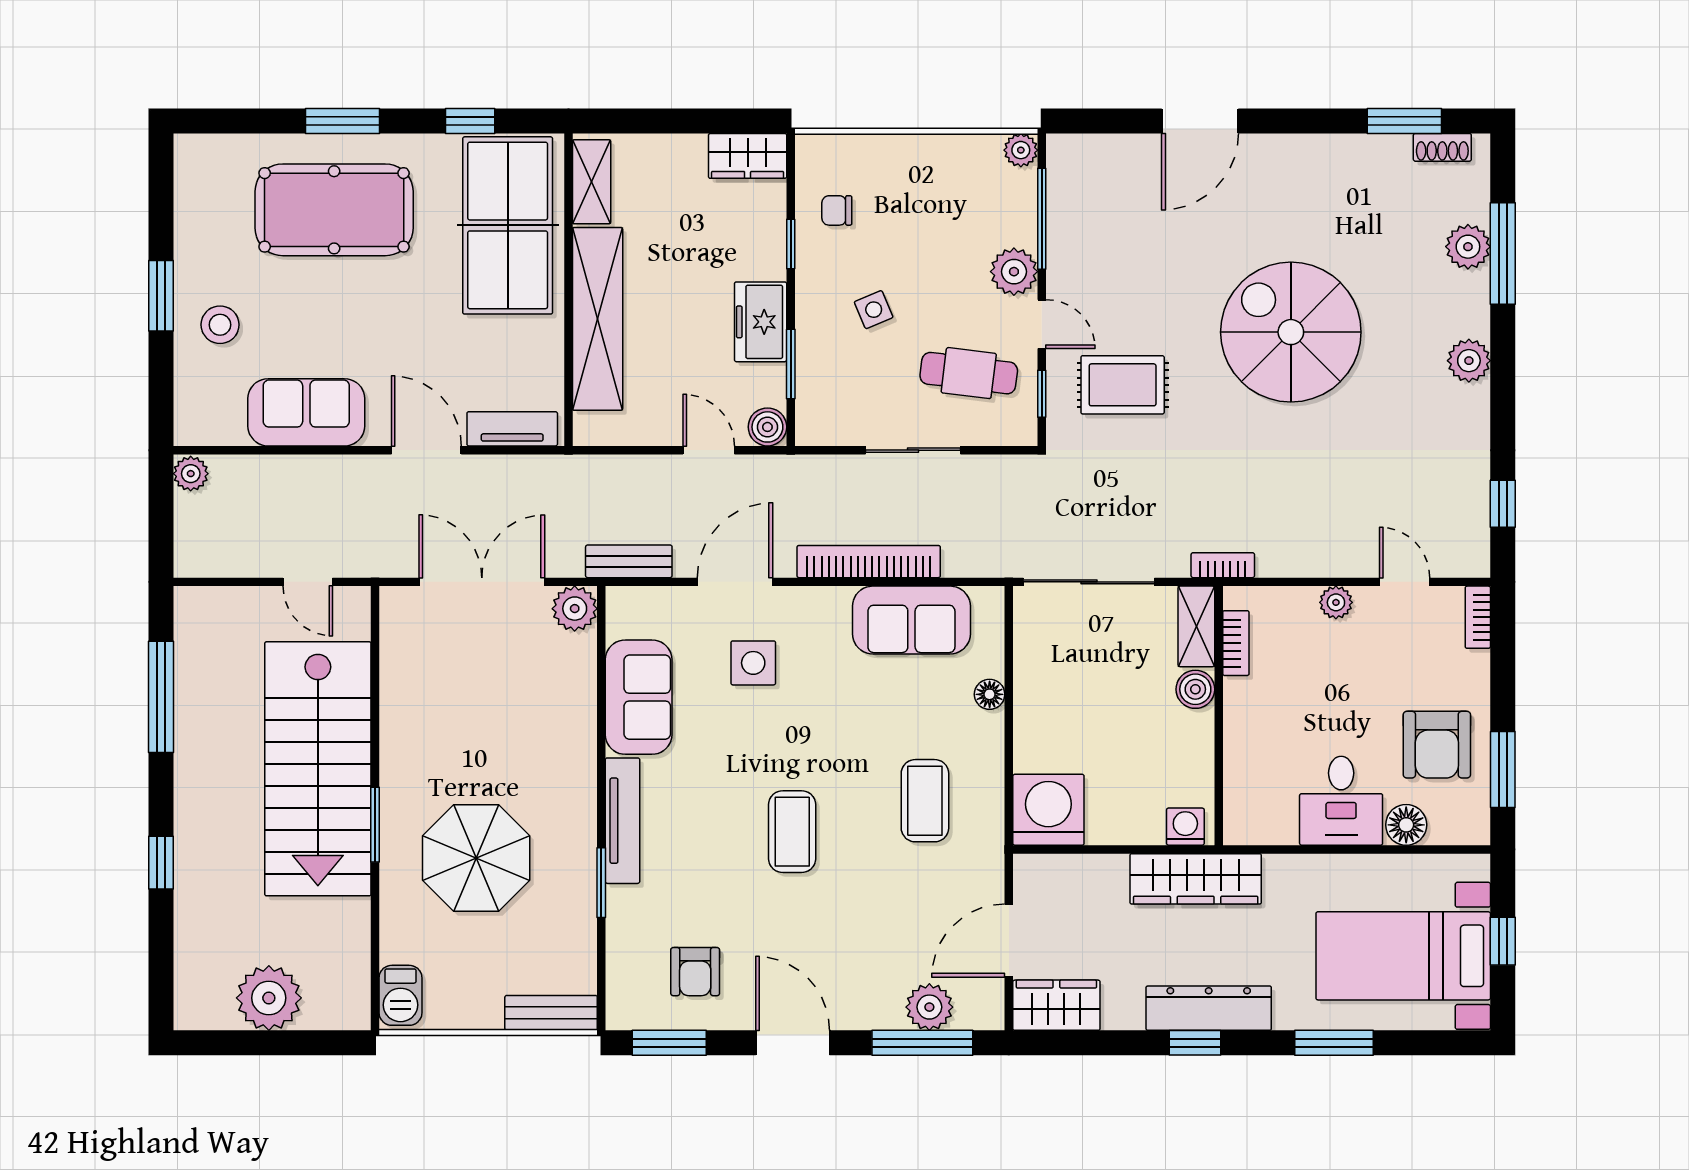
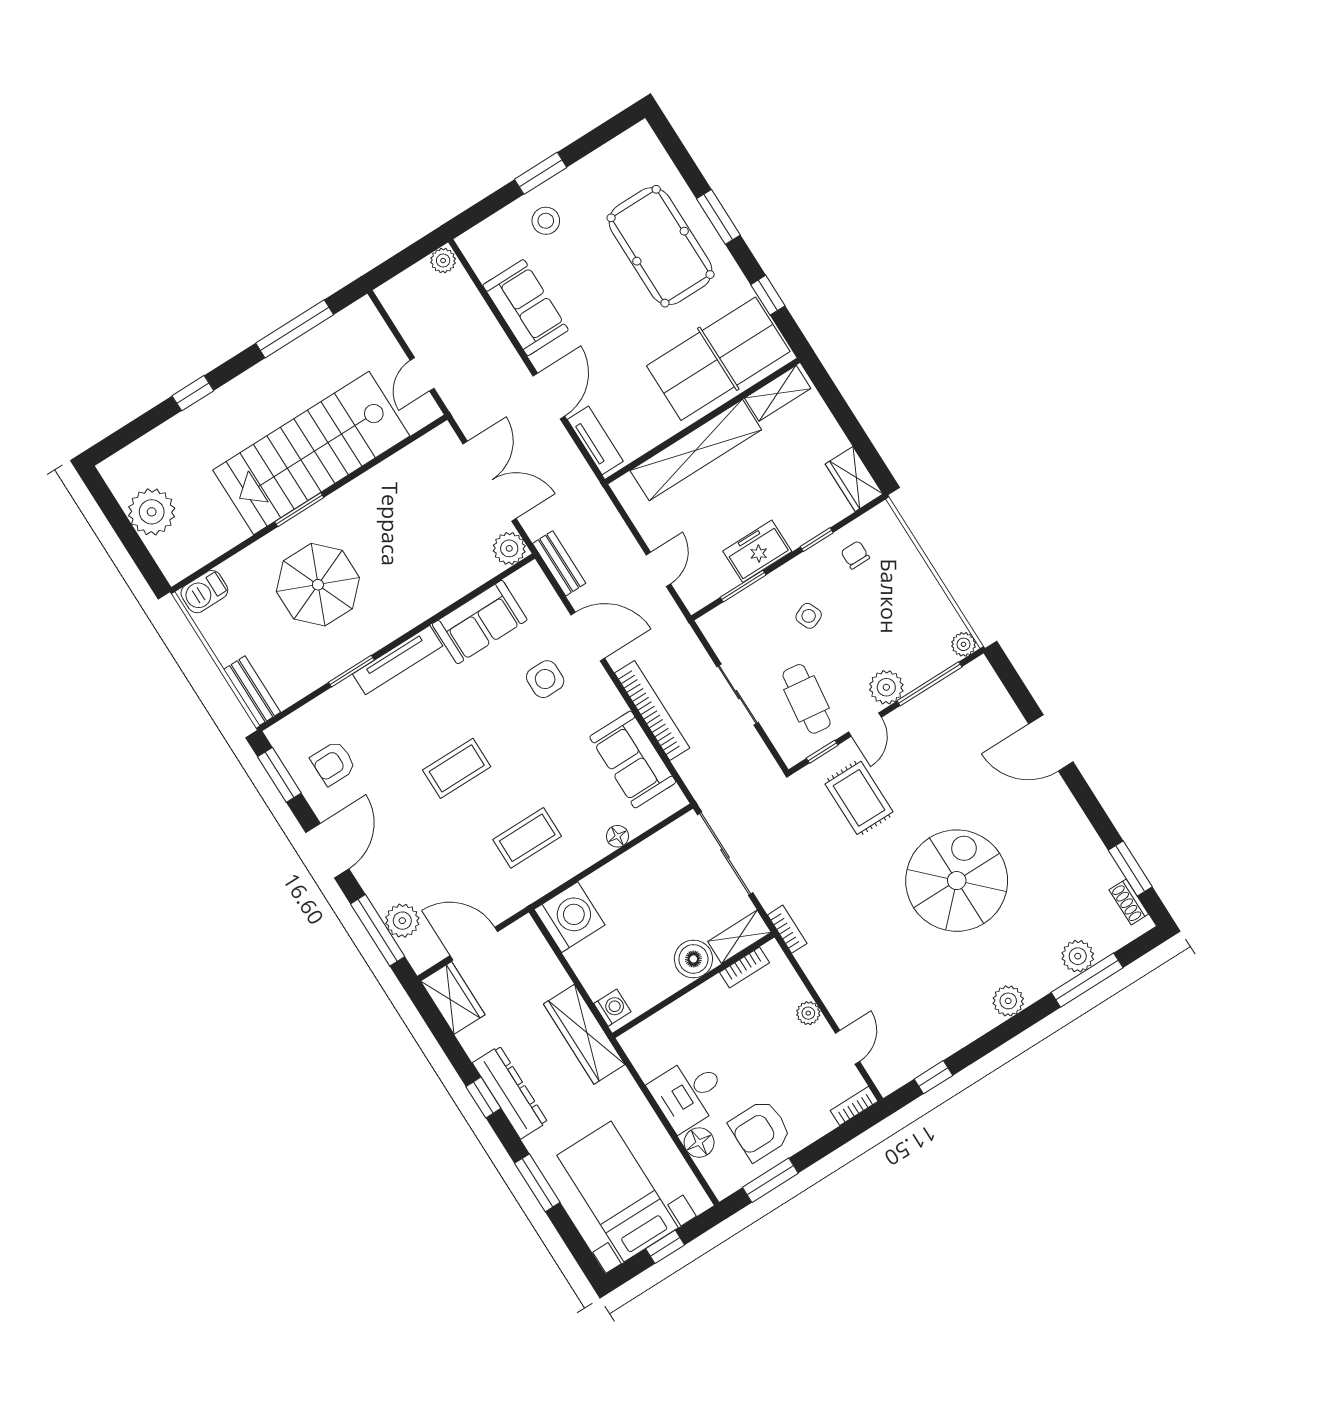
boiler: (767, 427) -> (695, 596), removed
boiler: (1195, 689) -> (693, 959), width x1.36, depth x1.36

